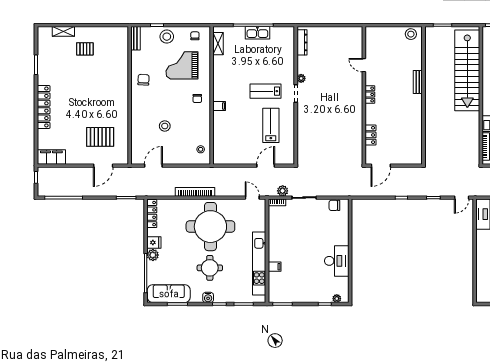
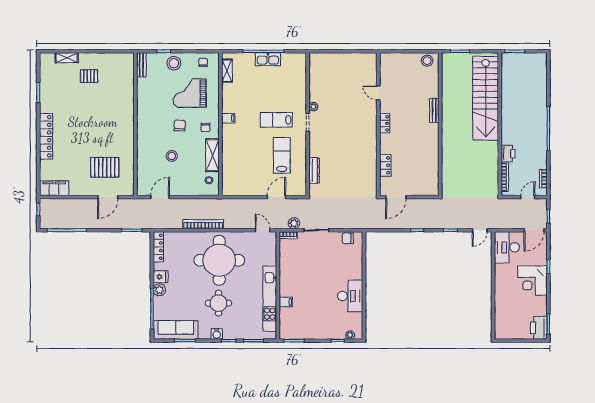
dresser: (302, 42) -> (314, 171), moved
chair: (143, 80) -> (180, 125), moved
filing cabinet: (219, 106) -> (228, 118), moved
shelving: (204, 125) -> (212, 155), added

